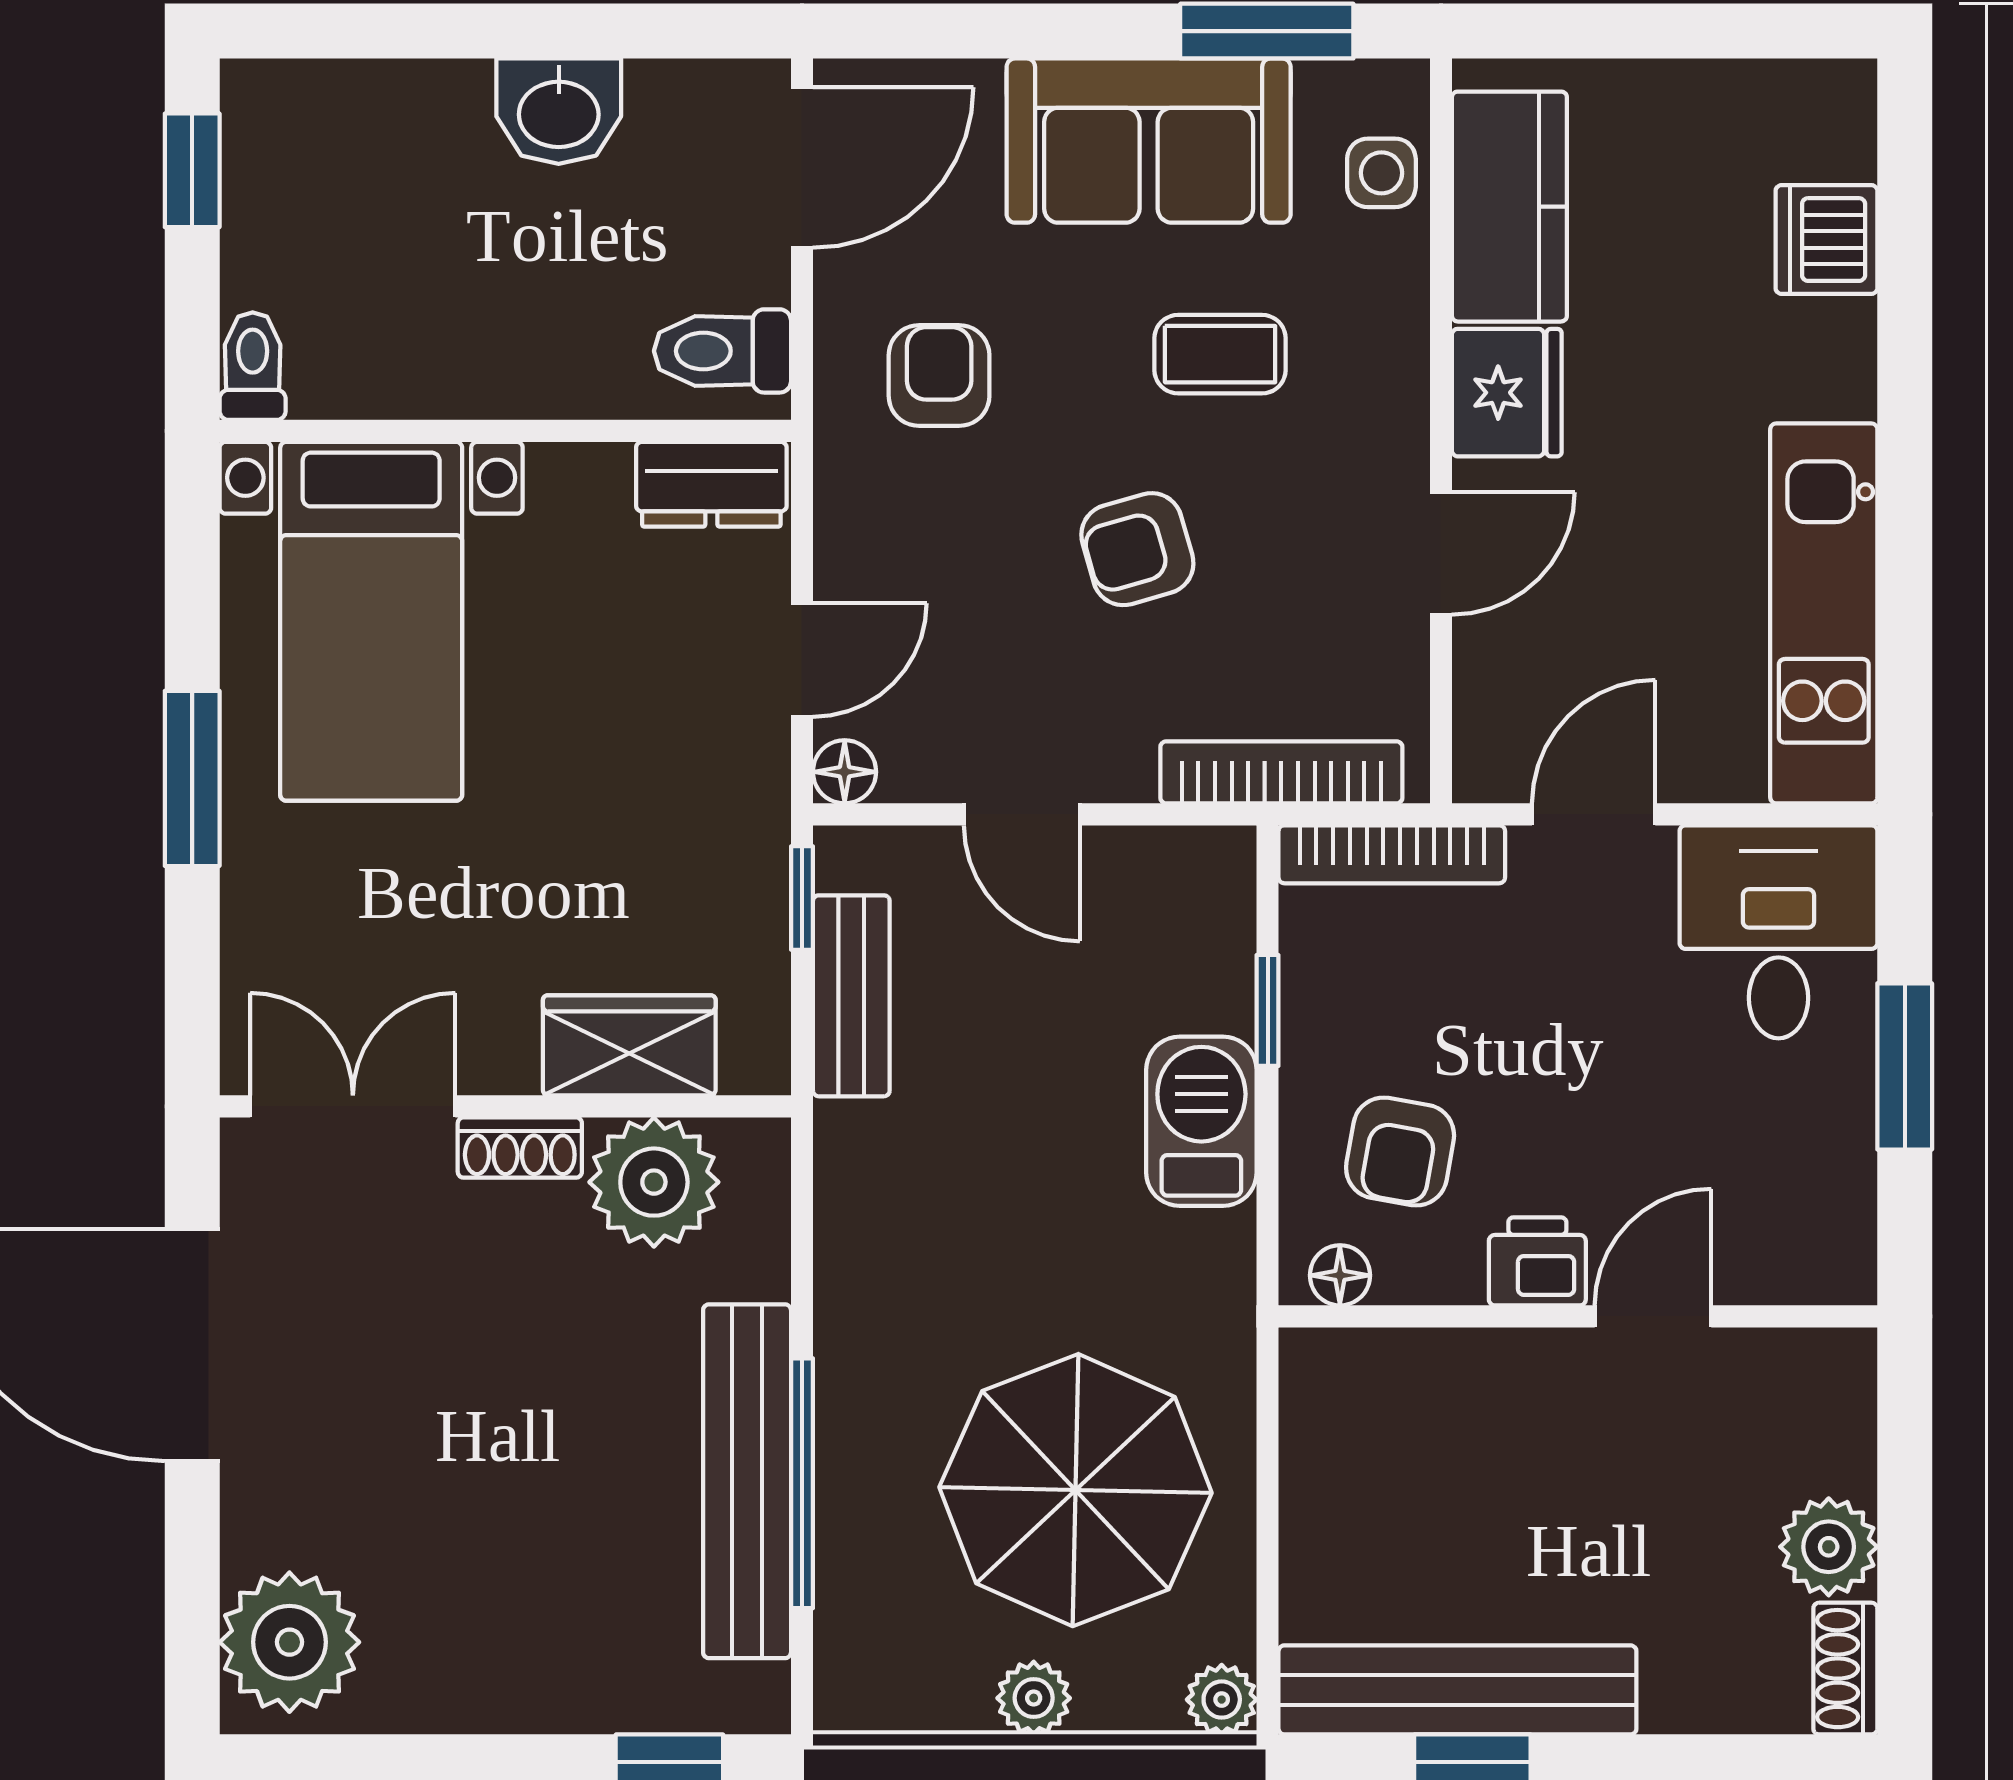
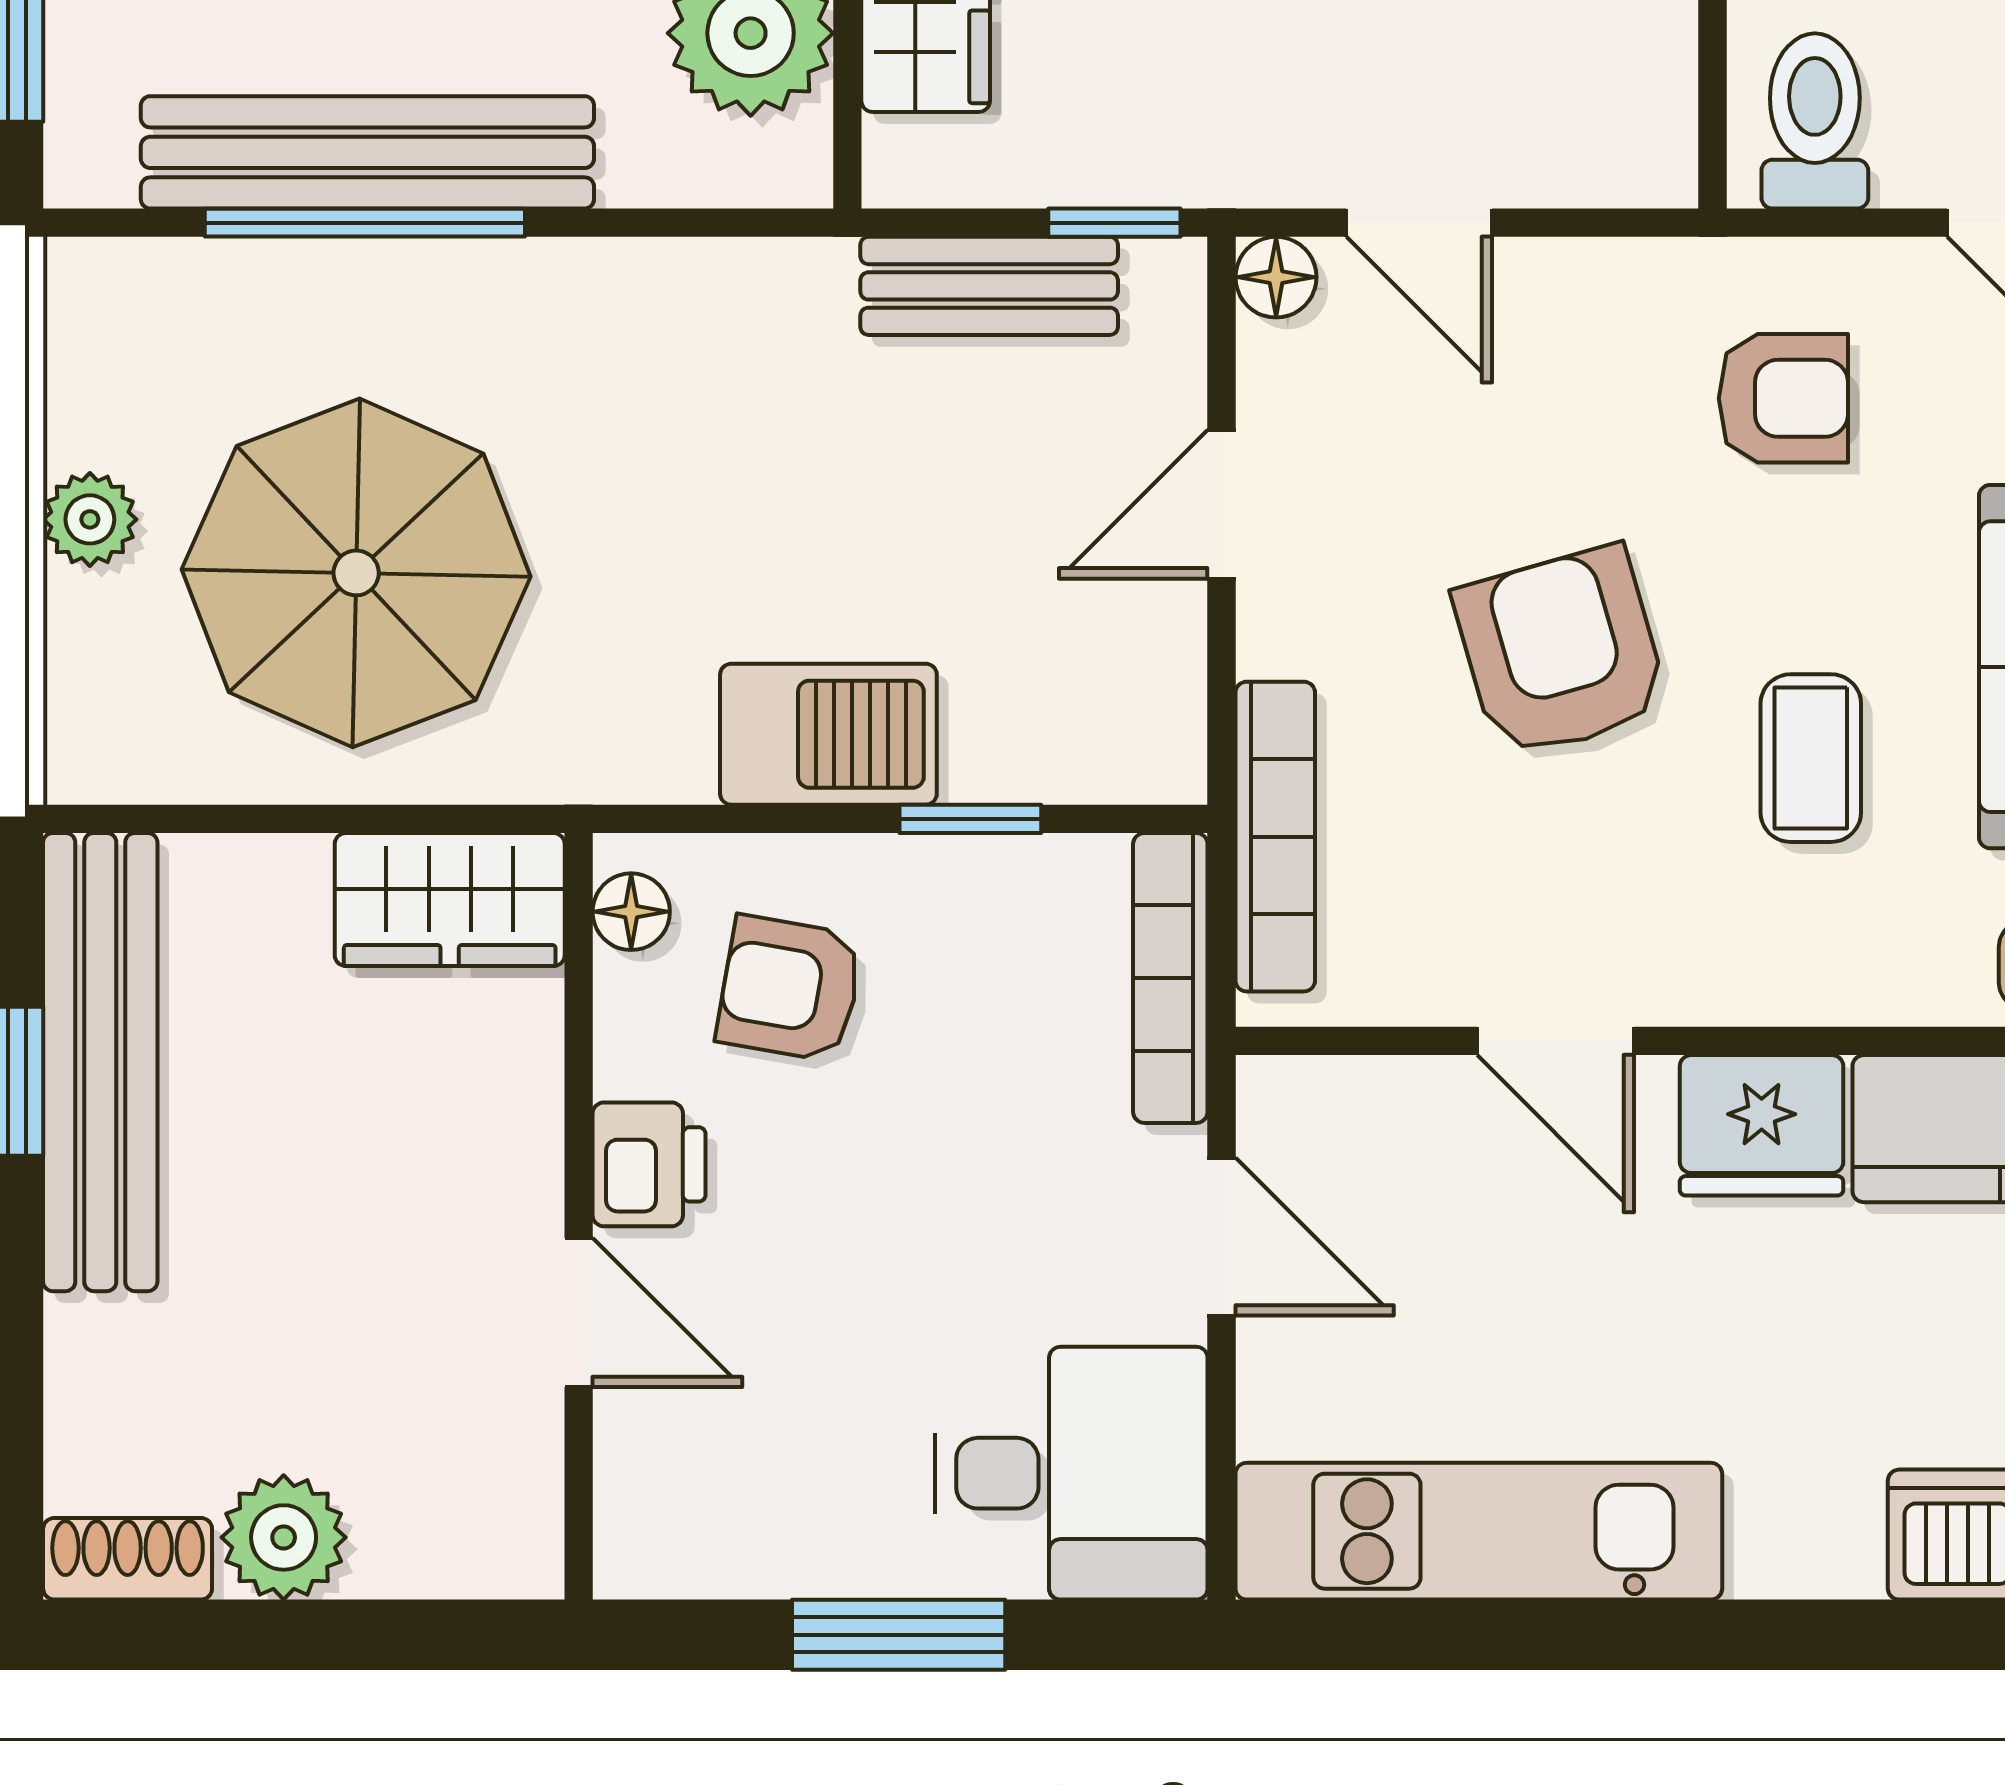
dresser: (711, 484) -> (1644, 107), removed
armchair: (1137, 549) -> (1561, 652), width x1.38, depth x1.38
wardrobe: (1331, 1417) -> (450, 900), added
plant: (1222, 1700) -> (88, 760), removed

